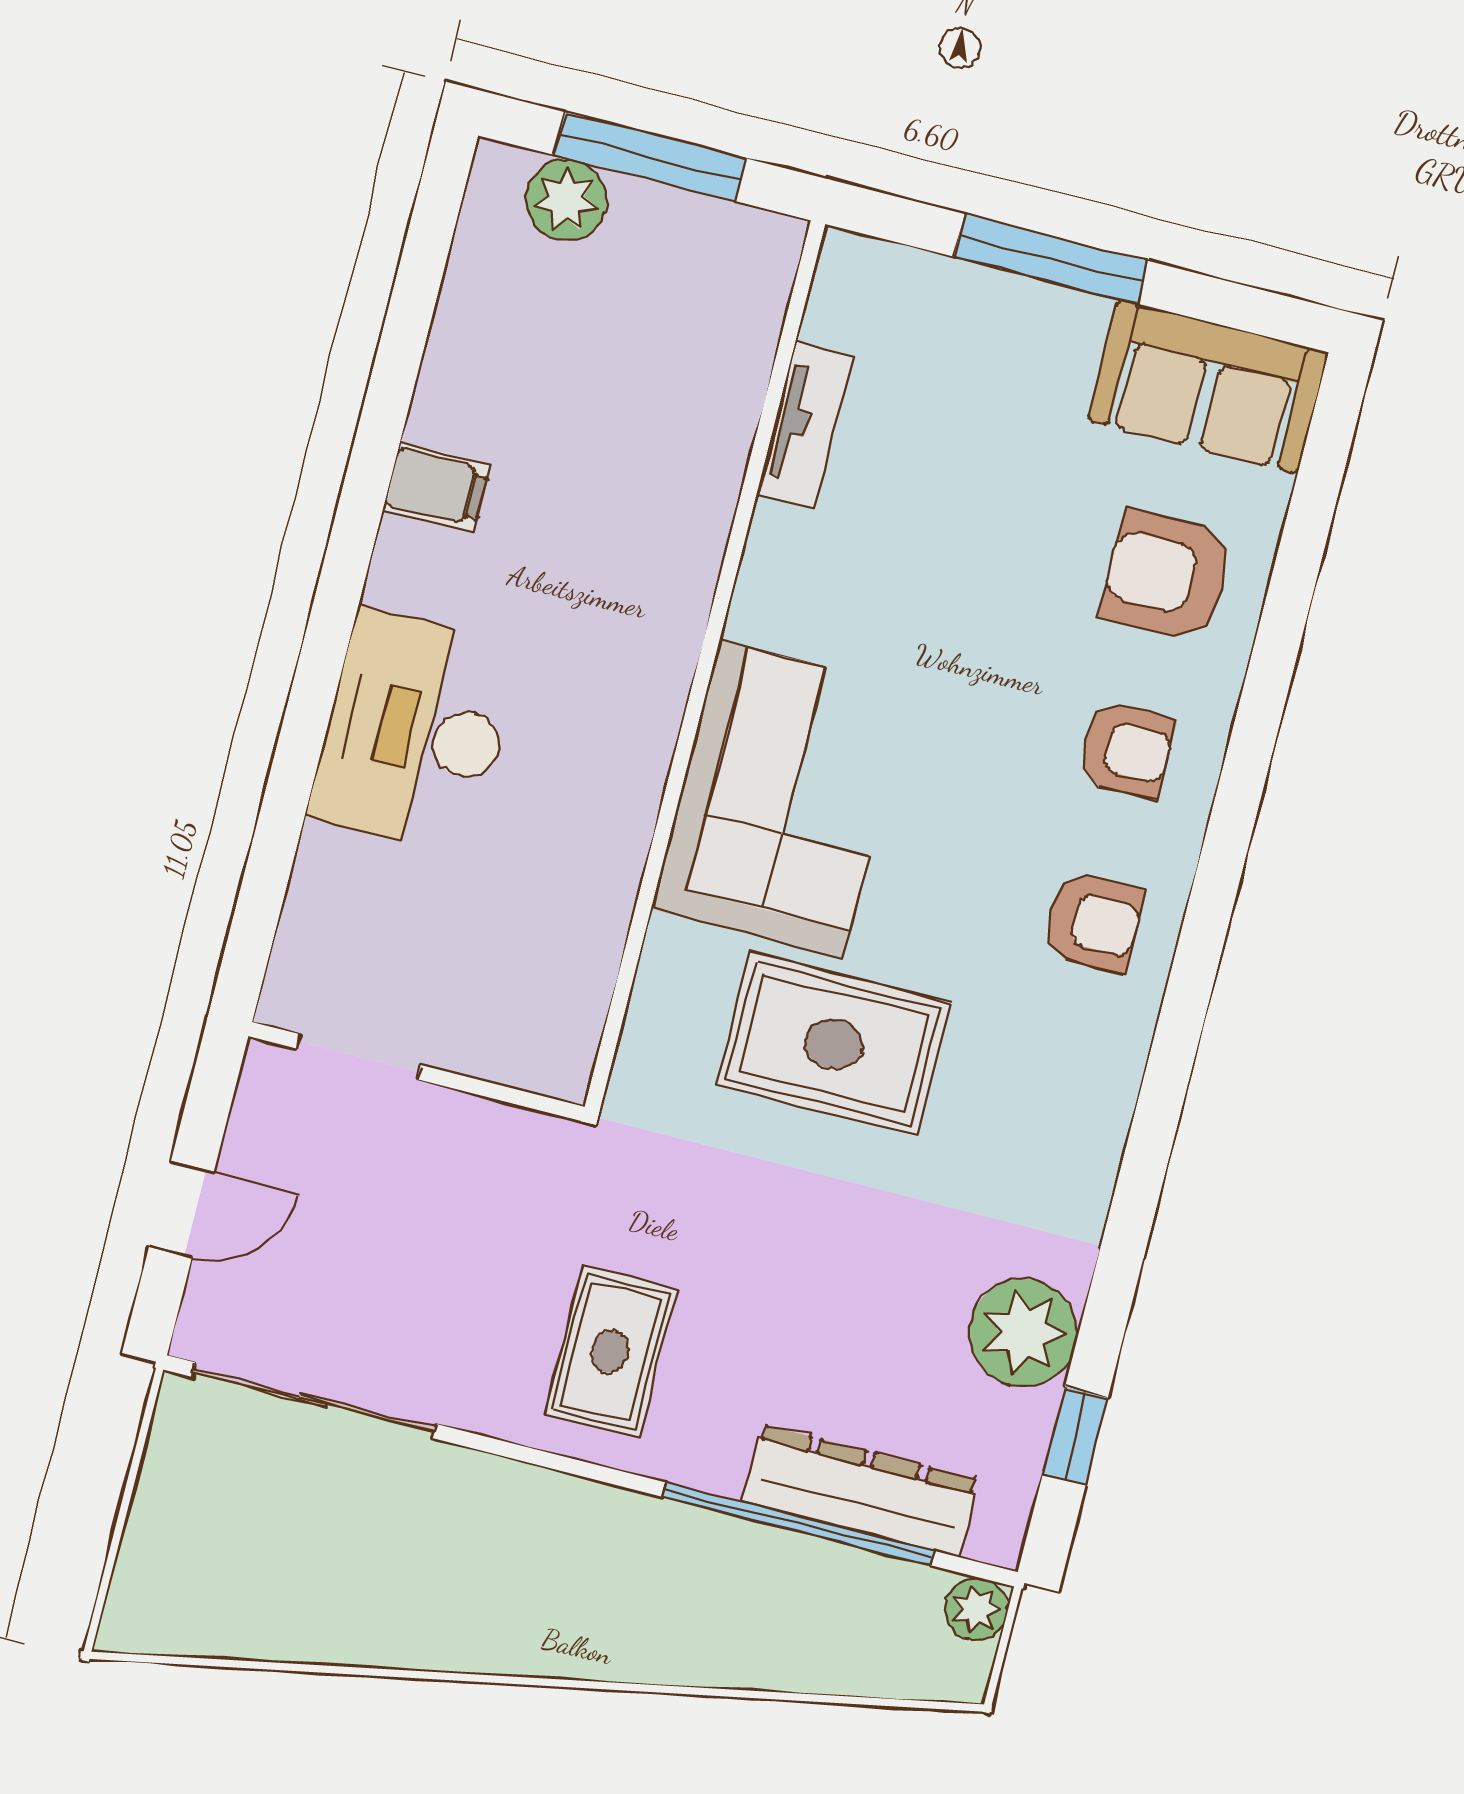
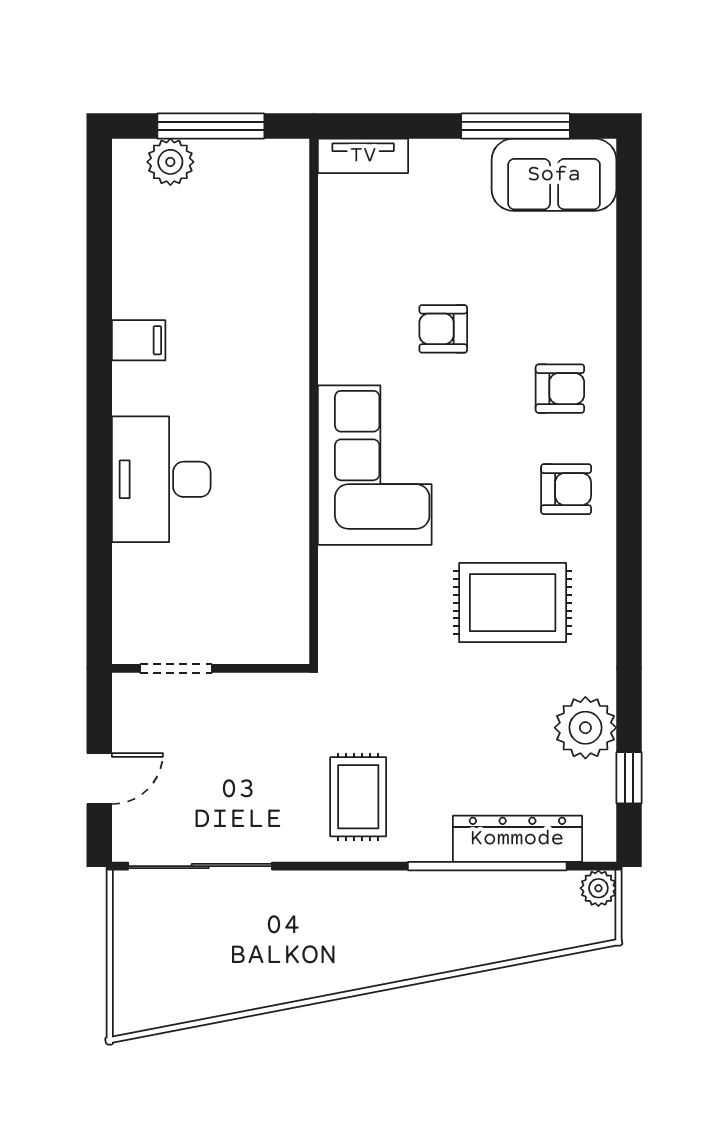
window: (1051, 259) -> (516, 126), moved
tv unit: (805, 425) -> (363, 156), moved, turned 90
armchair: (1167, 576) -> (443, 329), moved, width x0.72, depth x0.72
rug: (834, 1044) -> (513, 603), moved

